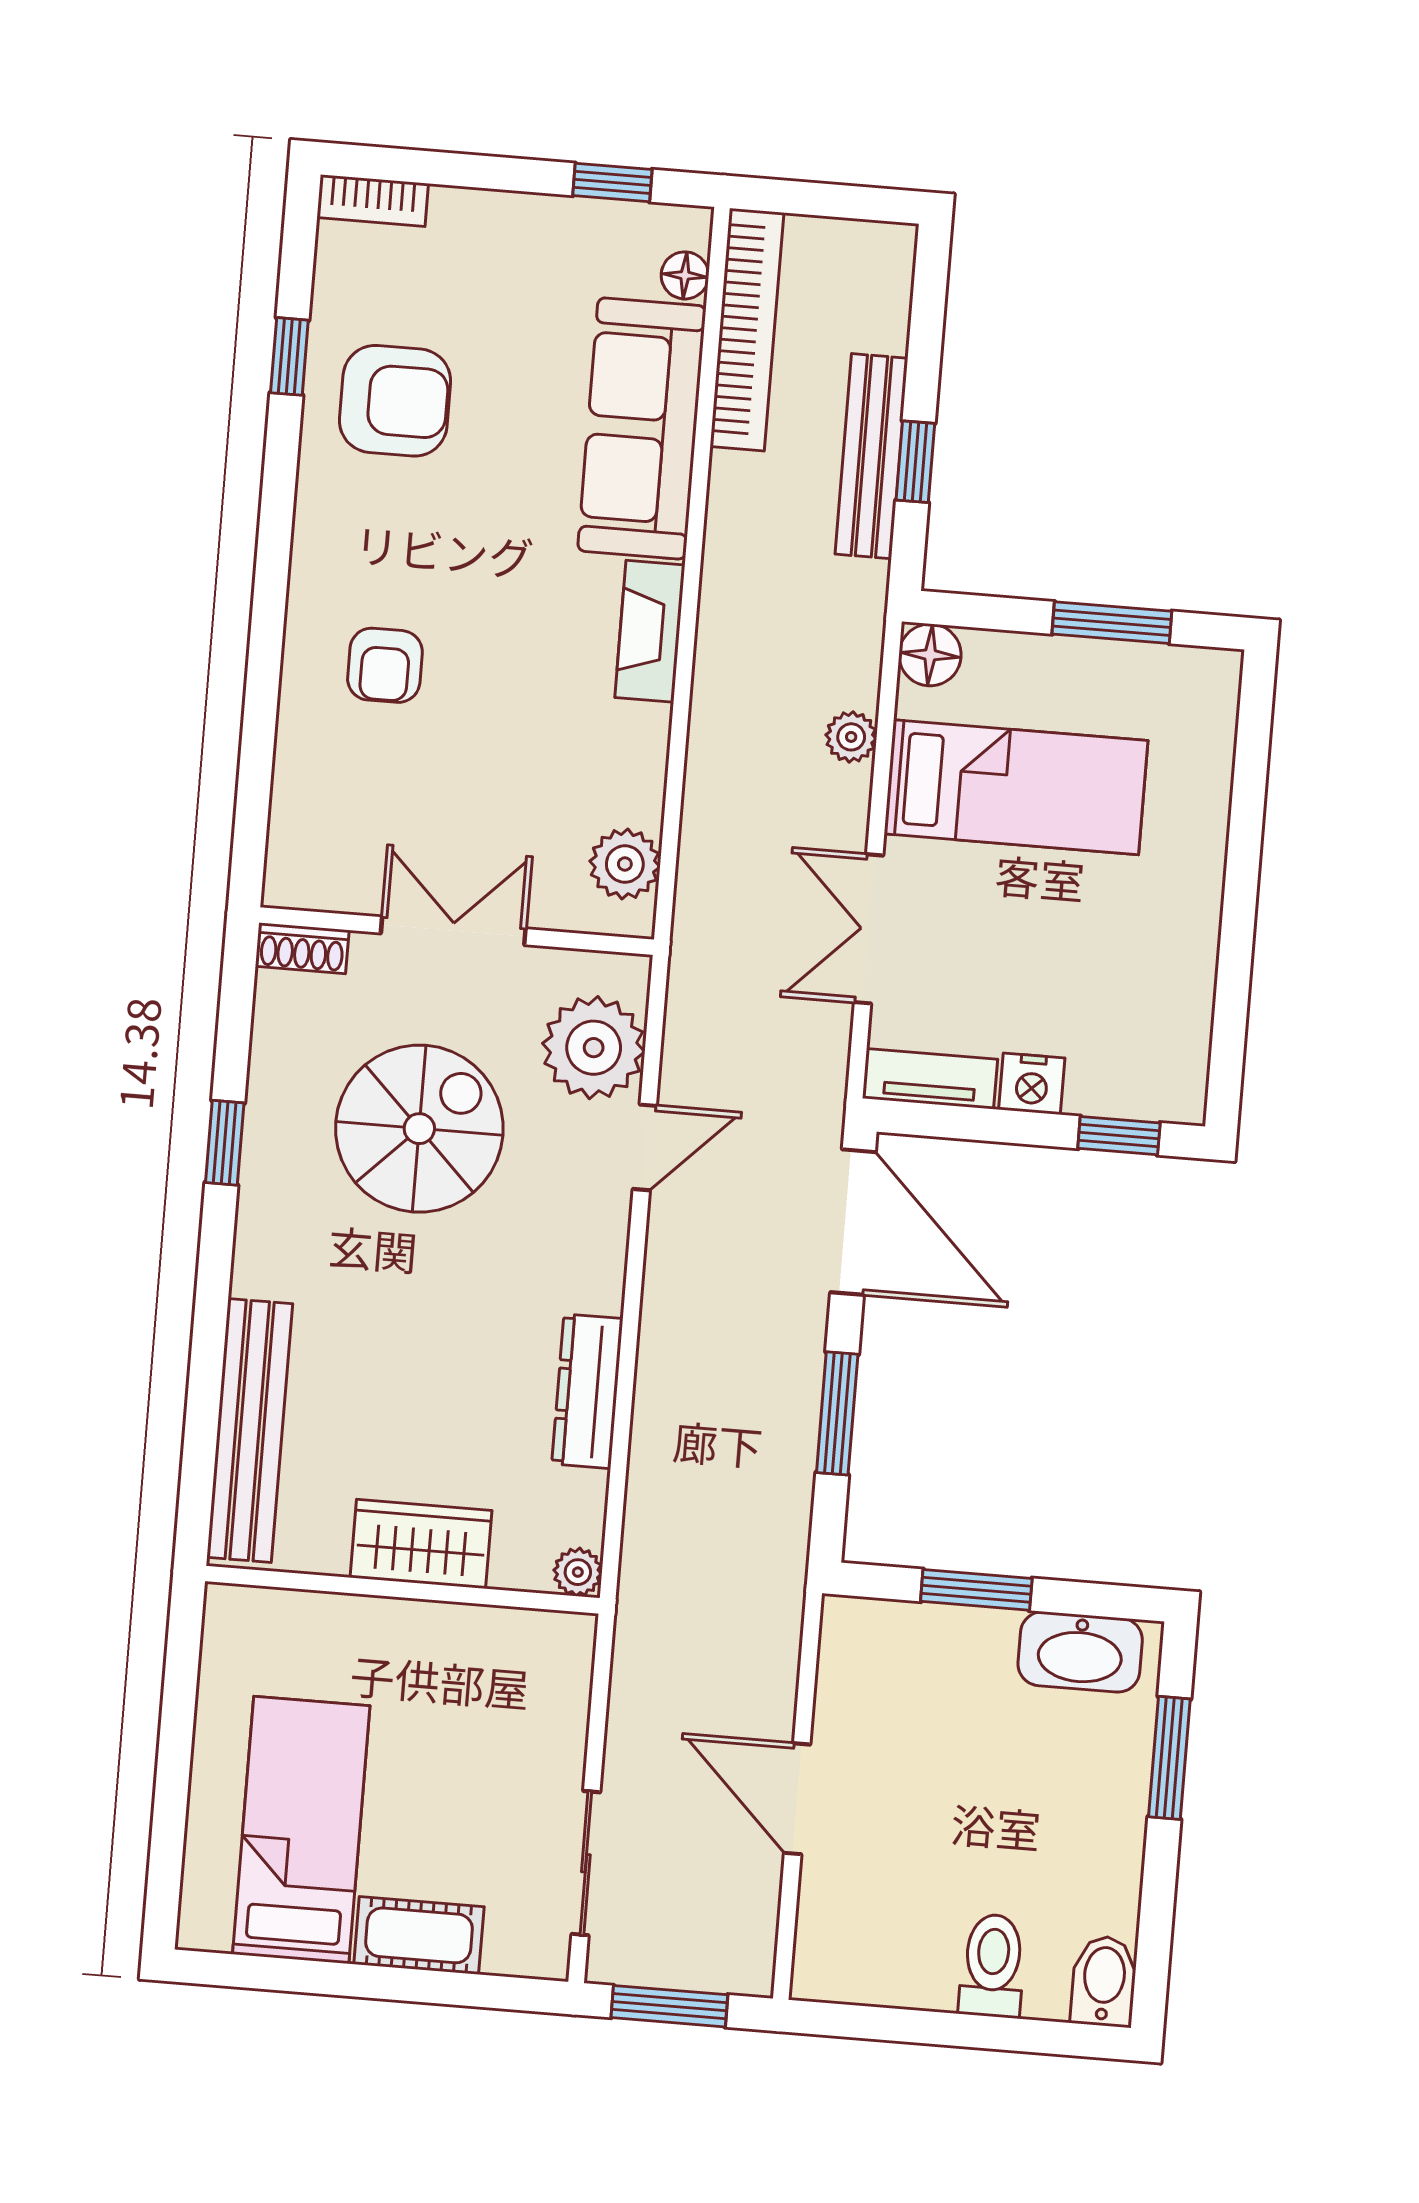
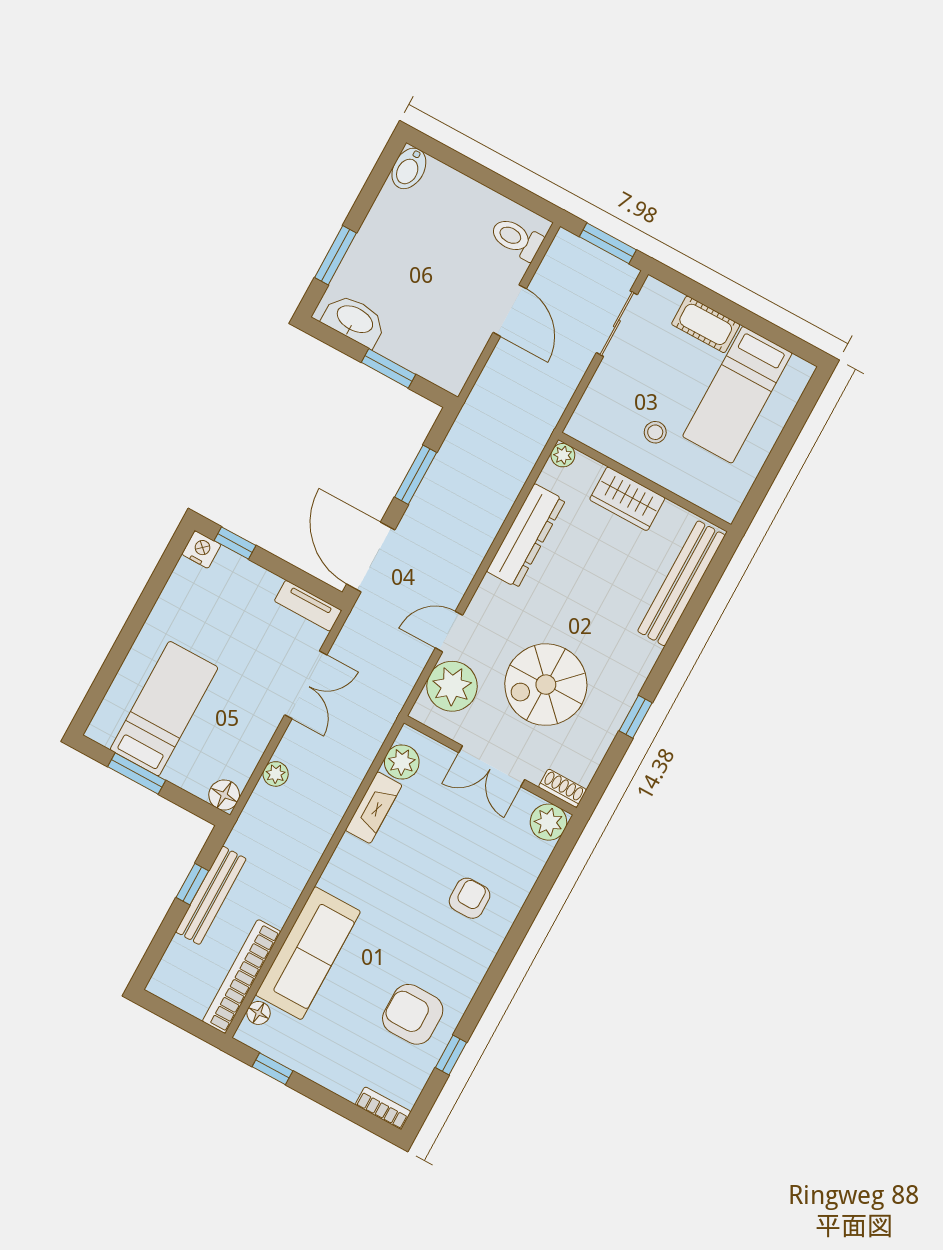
fireplace: (650, 631) -> (374, 808), moved
bed: (1016, 787) -> (164, 709), moved, turned 90
plant: (300, 873) -> (548, 822), added
nightstand: (1032, 1084) -> (201, 550), moved
dresser: (587, 1391) -> (526, 536), width x1.37, depth x1.24
stool: (424, 1692) -> (655, 432), added
toilet: (993, 1966) -> (516, 239), moved, turned 90

